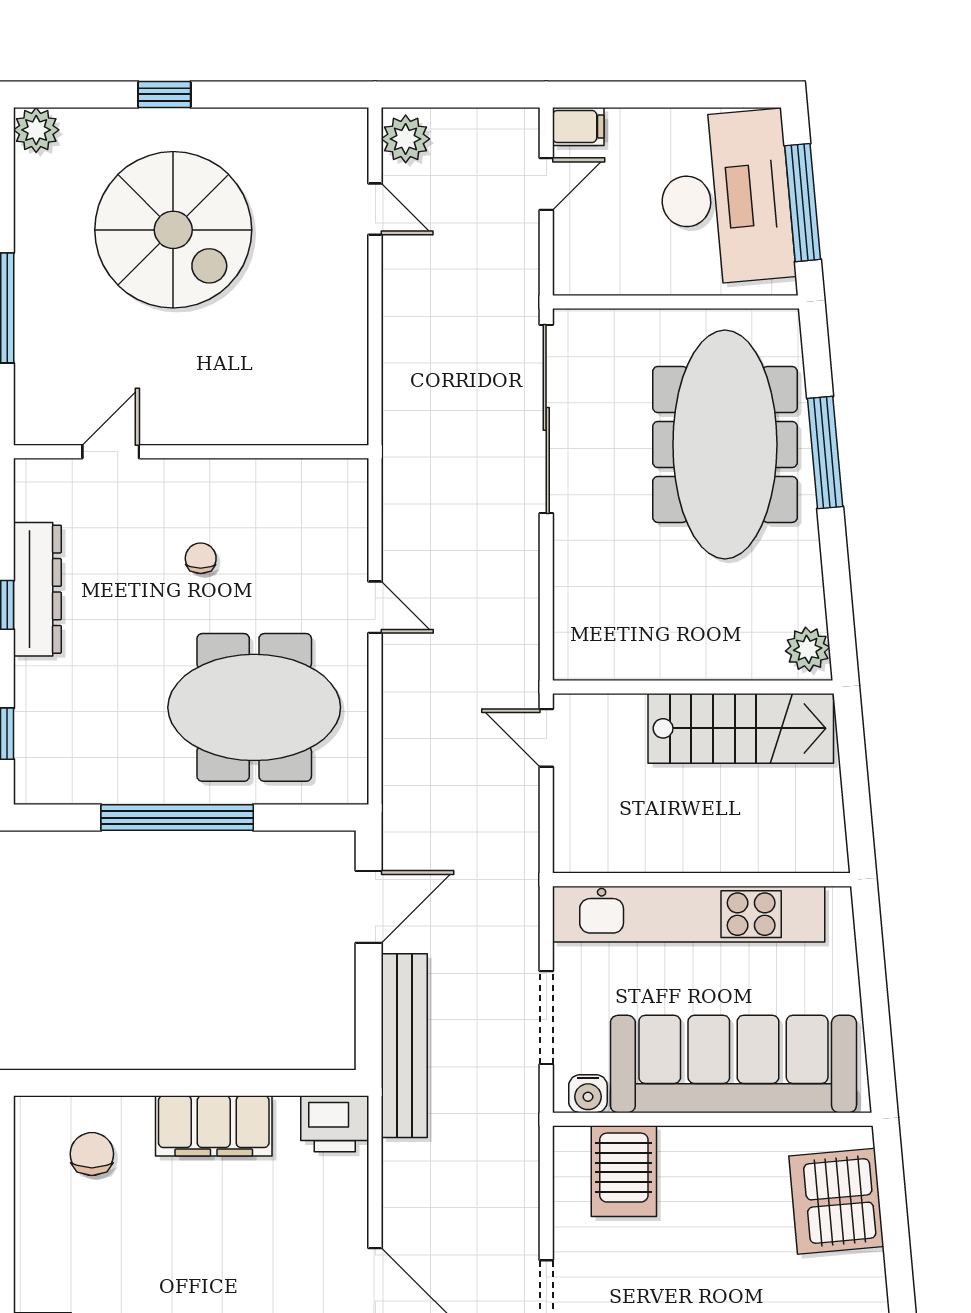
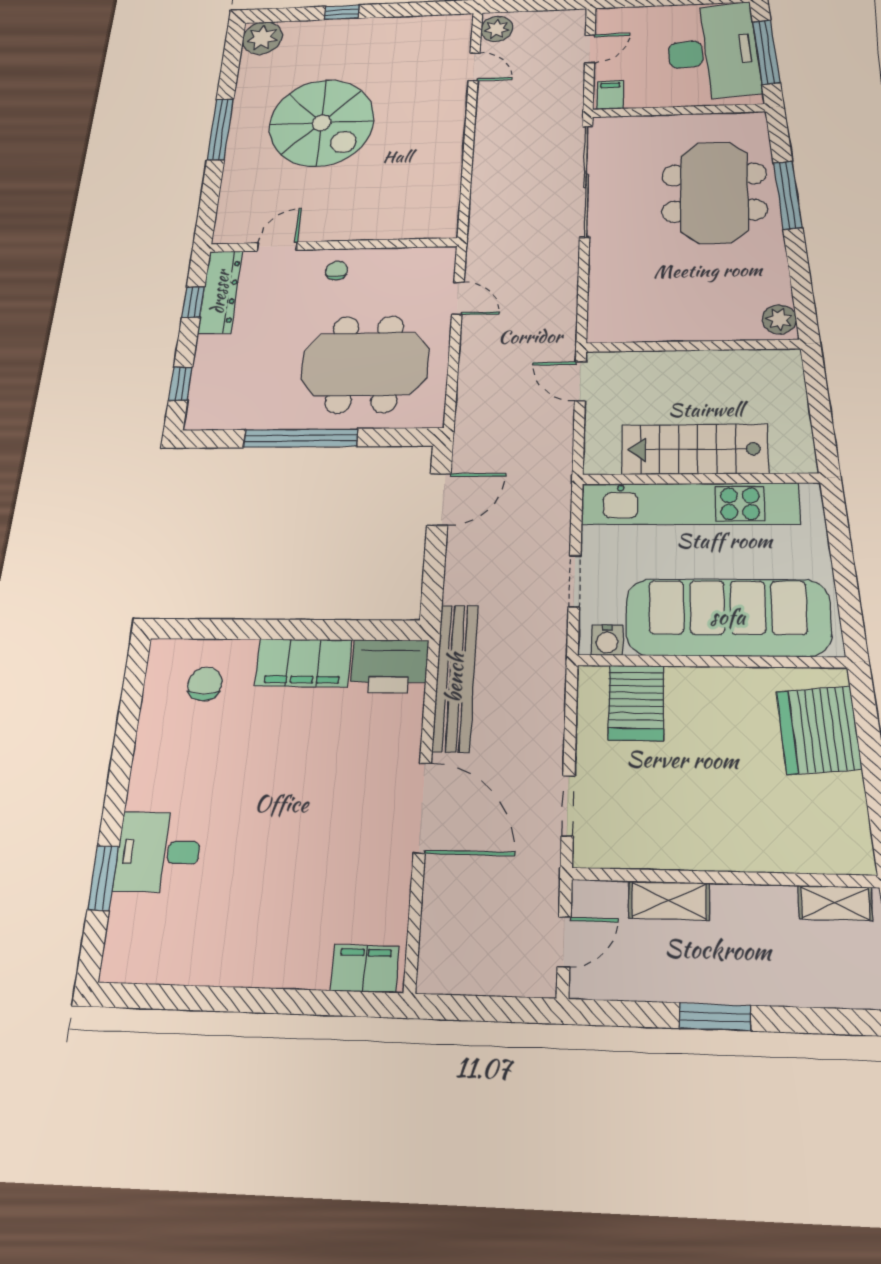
filing cabinet: (578, 126) -> (610, 95), moved, turned -90
plant: (36, 130) -> (262, 38), width x1.36, depth x1.36
spiral stairs: (173, 230) -> (322, 123), moved
meeting table: (725, 444) -> (714, 192), width x0.73
door: (111, 452) -> (277, 246), moved
wall: (191, 452) -> (333, 245), moved
stairs: (741, 728) -> (695, 449), moved, turned 180
doorway: (546, 1018) -> (575, 581), width x0.73
bench: (404, 1046) -> (455, 678), moved
printer: (335, 1124) -> (389, 666), width x1.37, depth x1.19

